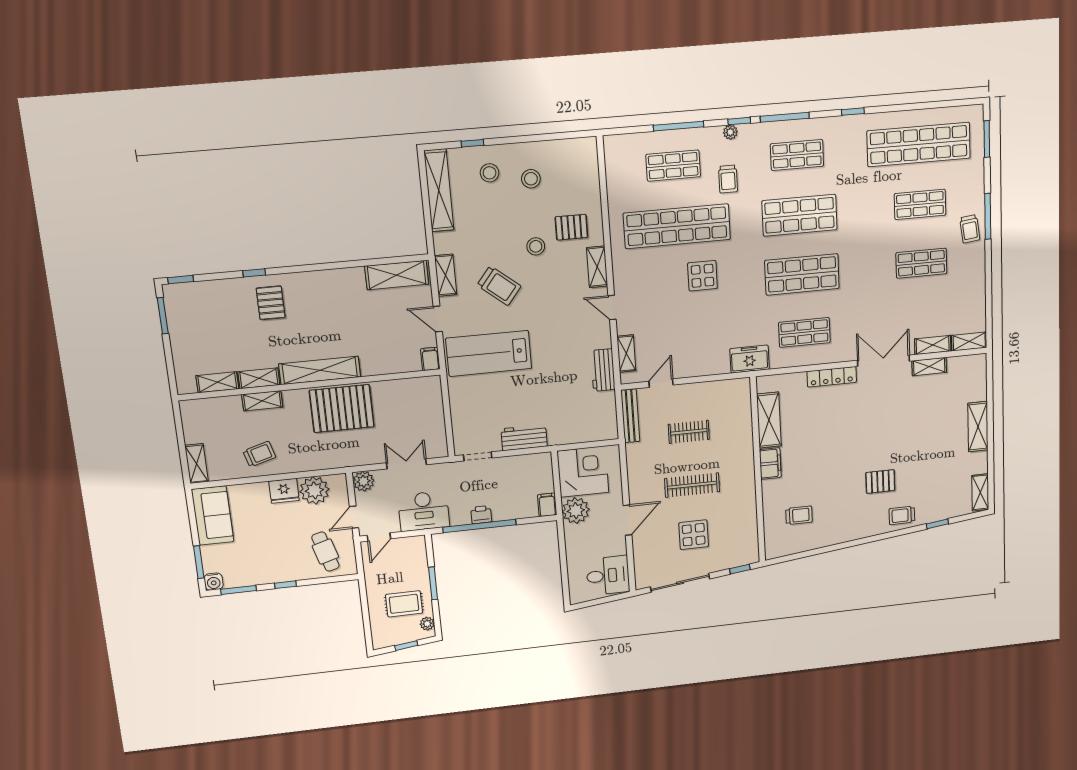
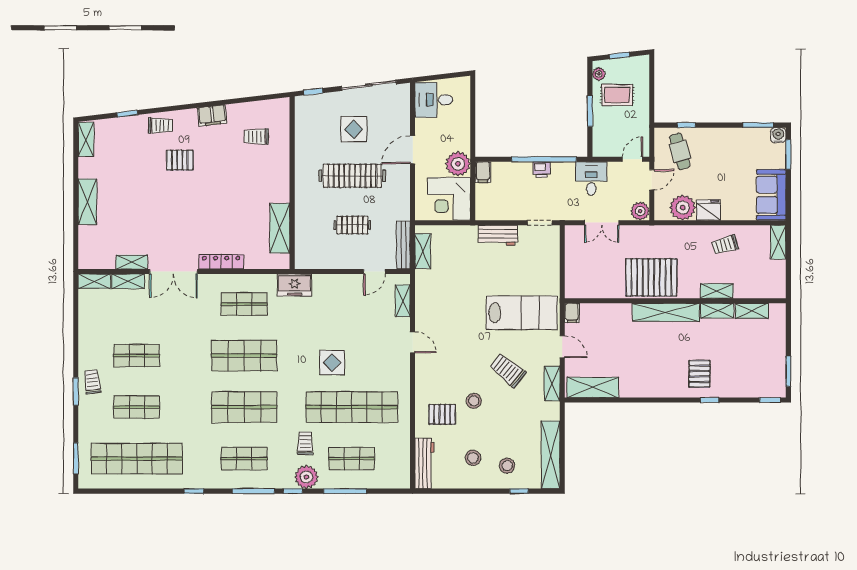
plant: (730, 132) -> (306, 477), width x1.88, depth x1.88
window: (988, 216) -> (76, 391), width x0.69
shelving: (597, 267) -> (423, 251), moved
workbench: (603, 370) -> (424, 463), moved, width x1.38
filing cabinet: (770, 464) -> (212, 115), moved, turned -97
clothes rail: (692, 485) -> (352, 176), width x1.37, depth x1.31
desk: (424, 511) -> (591, 178), width x0.73
window: (285, 585) -> (686, 125), moved

